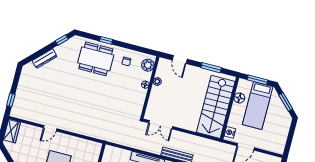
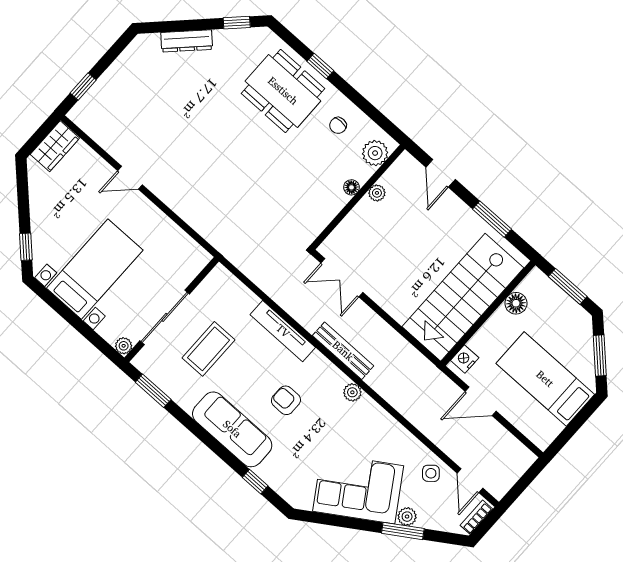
bed: (258, 106) -> (545, 379), moved, turned 90

